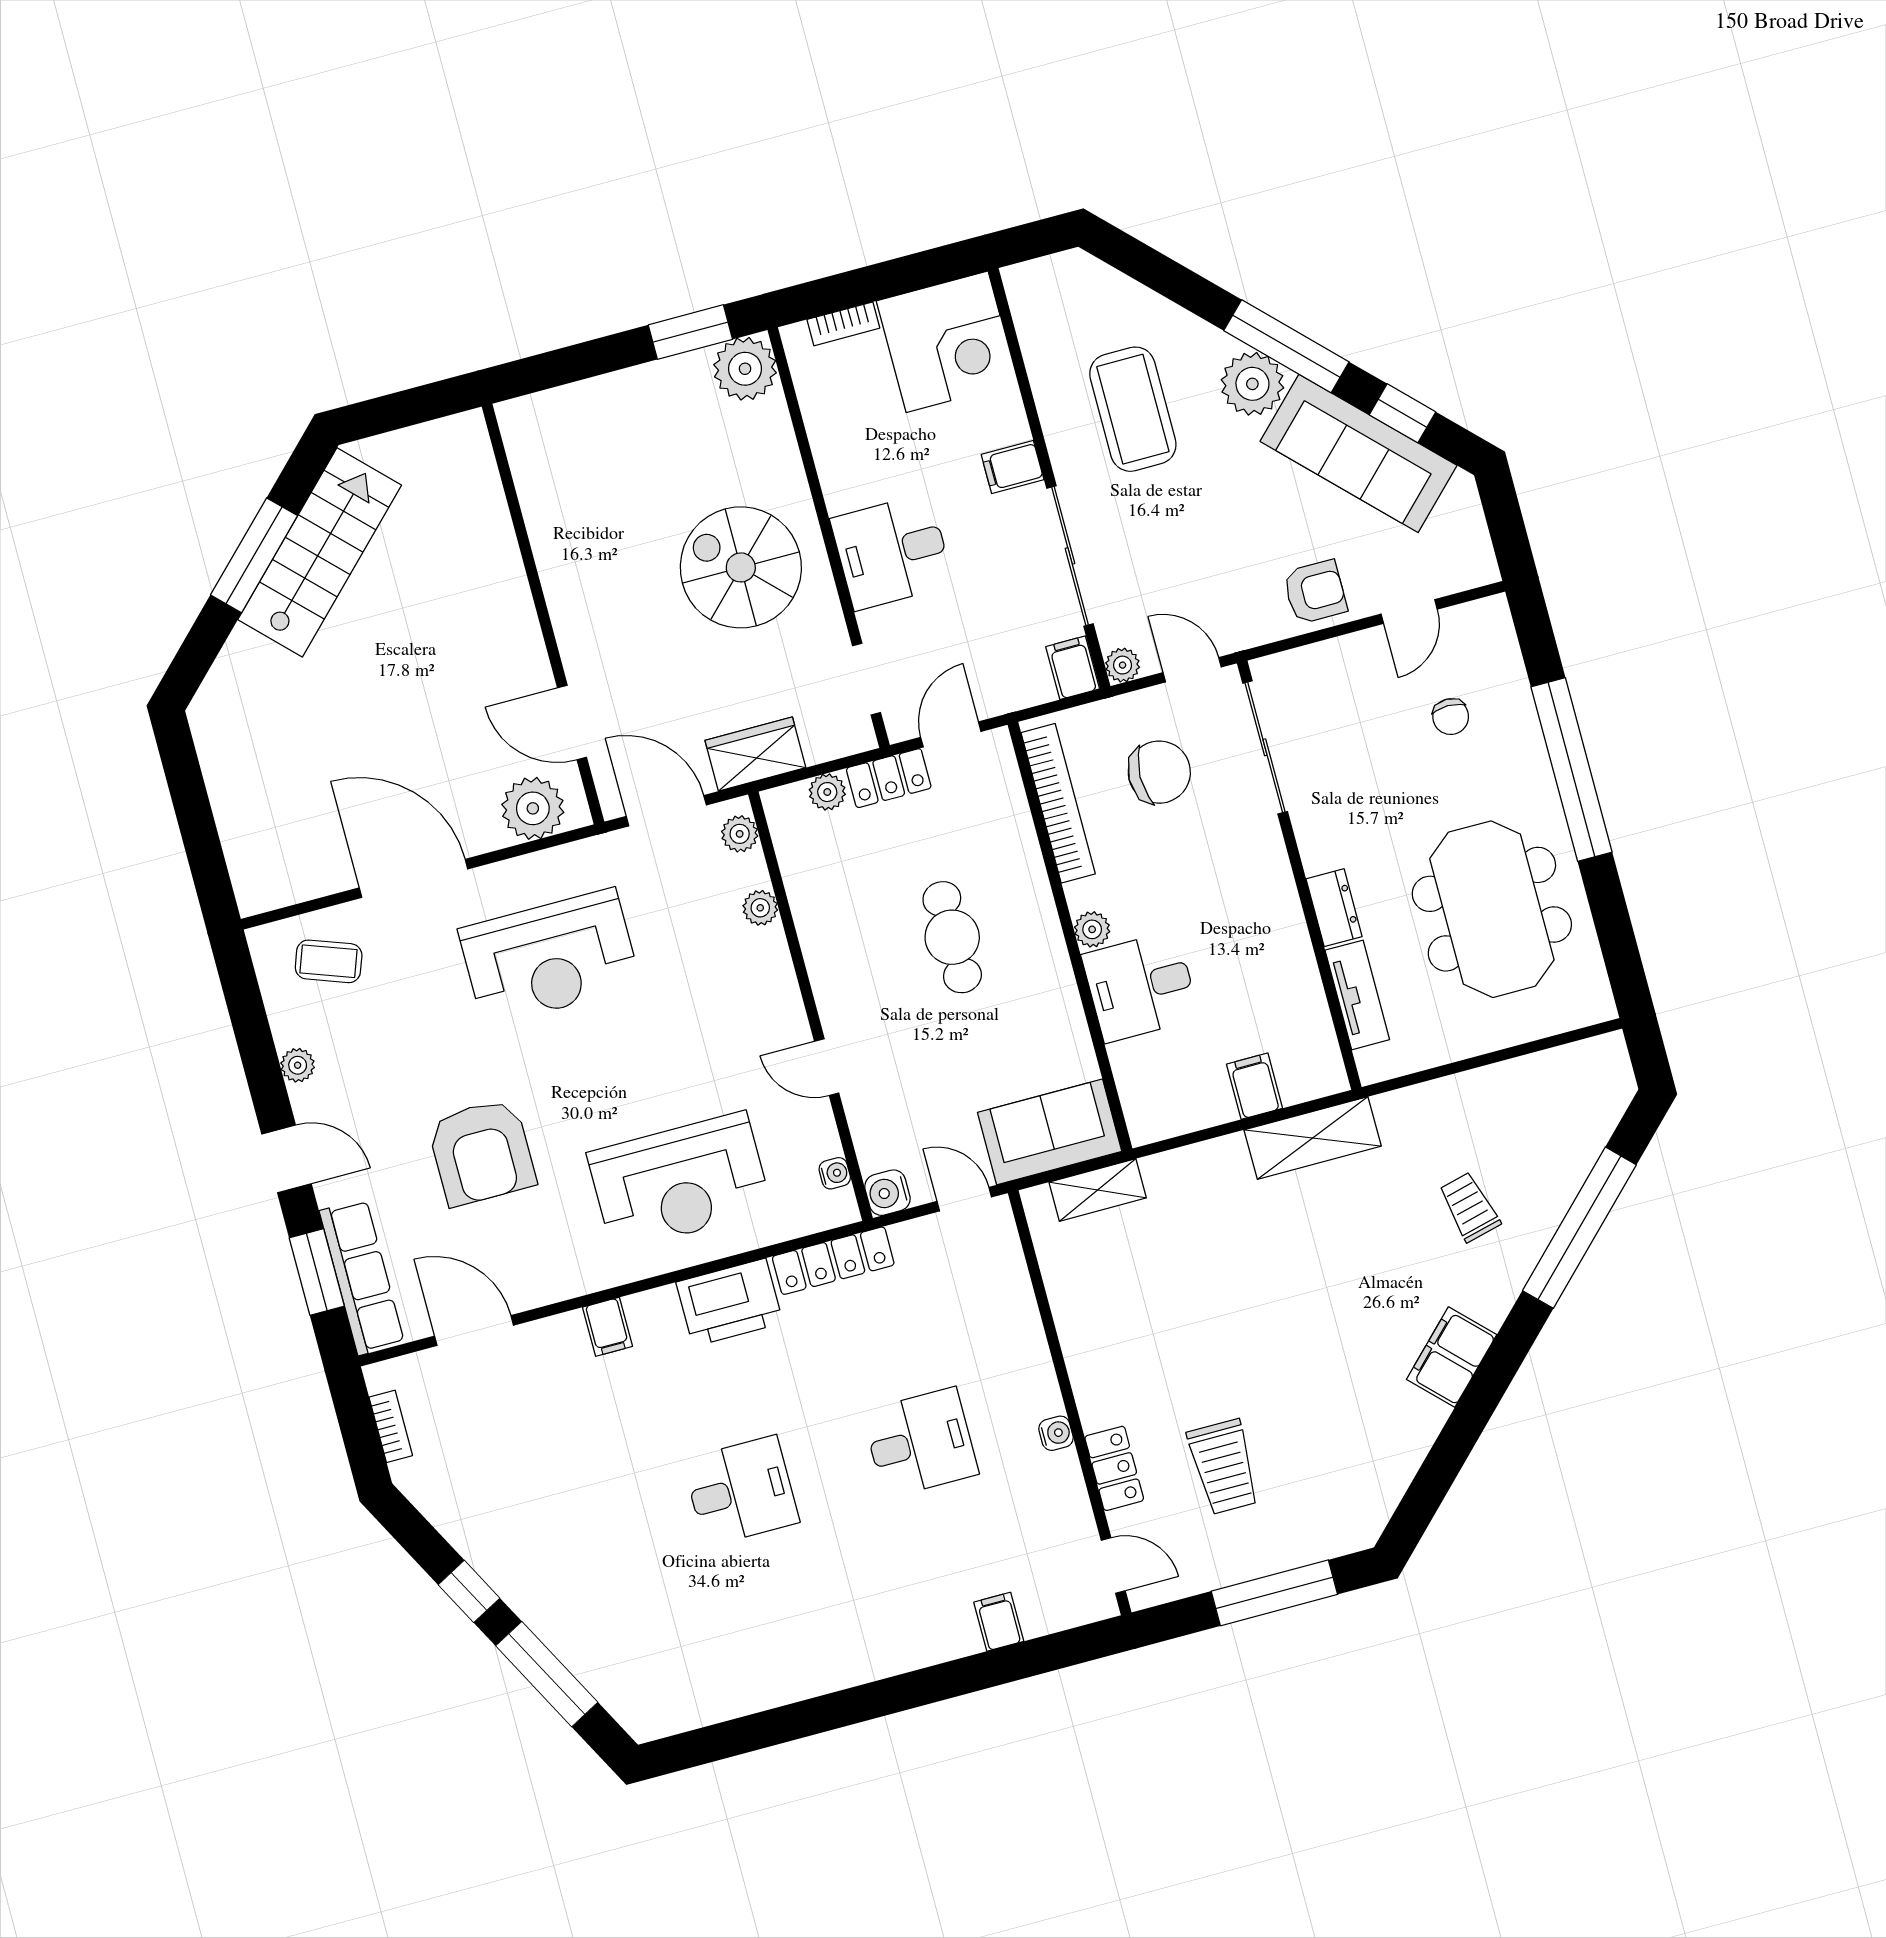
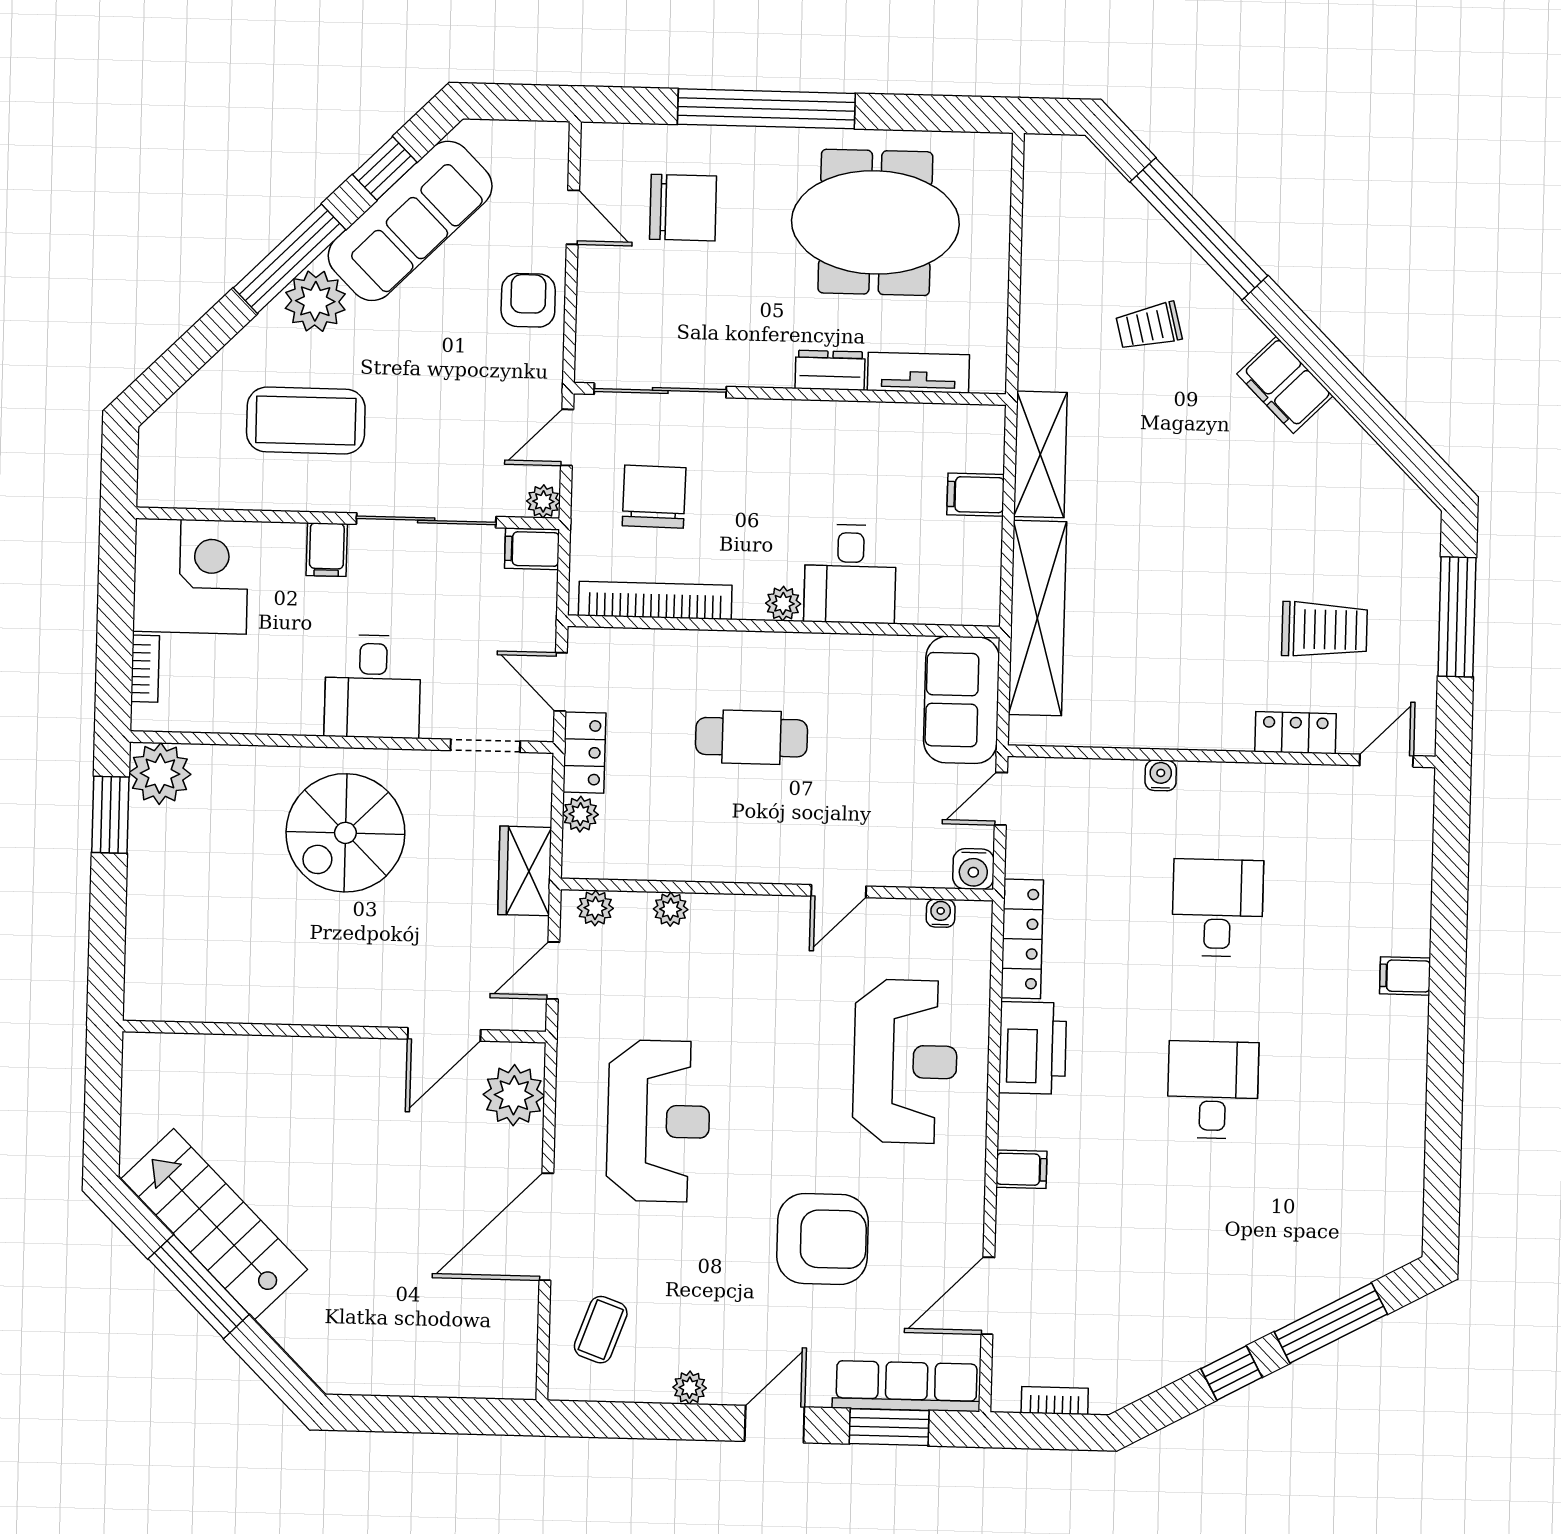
chair: (1451, 717) -> (683, 208), width x1.87, depth x1.87
door: (666, 811) -> (553, 970), width x0.73
shelving: (1098, 1190) -> (1037, 618), width x2.20, depth x1.33
water cooler: (1056, 1433) -> (1161, 775), moved
filing cabinet: (999, 1622) -> (1405, 976), moved

